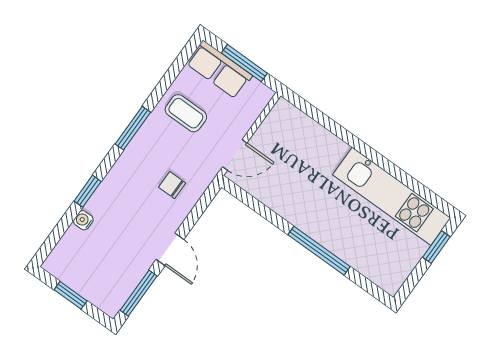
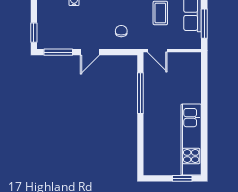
window: (319, 251) -> (140, 93), moved
window: (71, 295) -> (34, 33), moved

